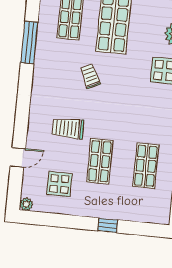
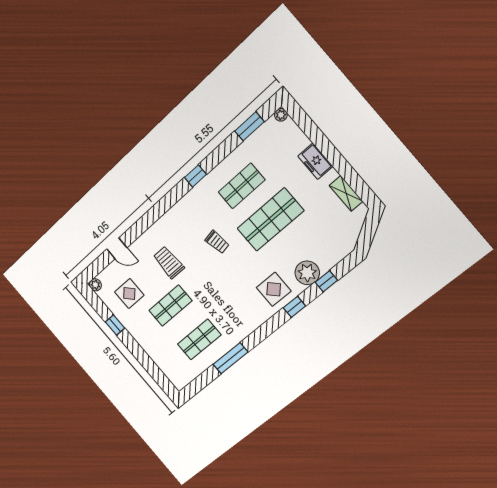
window: (29, 43) -> (196, 176), width x0.46
trolley: (90, 76) -> (217, 242), turned 106
window: (108, 225) -> (115, 325), moved

